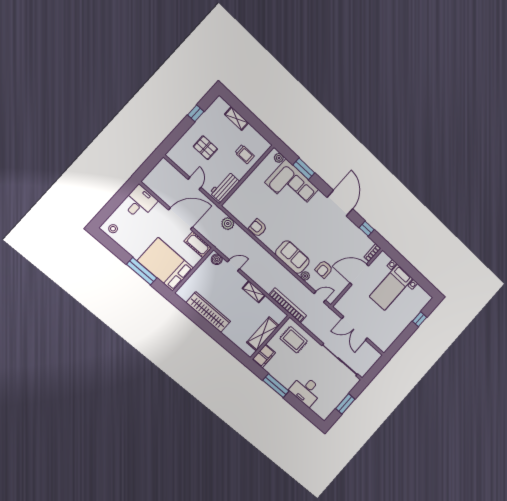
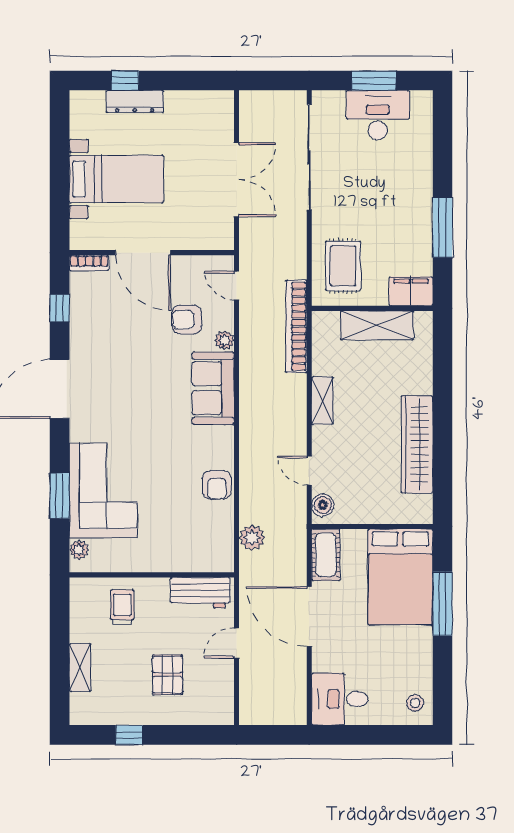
armchair: (324, 269) -> (187, 320), turned 180
dresser: (410, 316) -> (135, 101), added
desk: (306, 391) -> (378, 115), moved, turned -90

